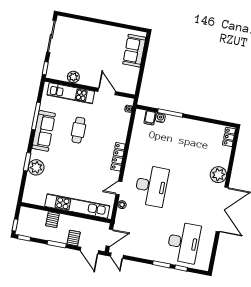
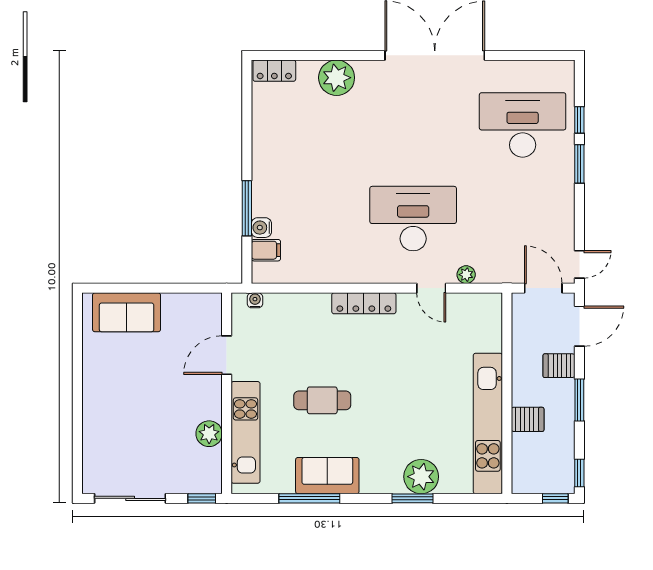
sofa: (44, 131) -> (327, 476), width x0.73
plant: (218, 175) -> (337, 78), moved
kitchen unit: (77, 206) -> (488, 424), moved

